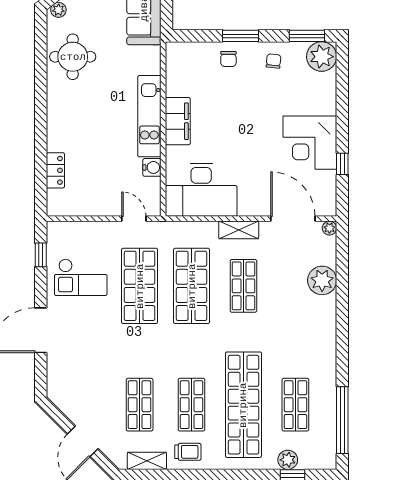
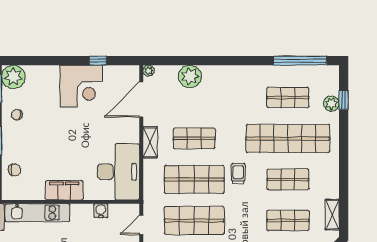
chair: (228, 59) -> (15, 170), moved
kitchen unit: (149, 116) -> (37, 213), moved
trolley: (188, 452) -> (238, 174), moved

